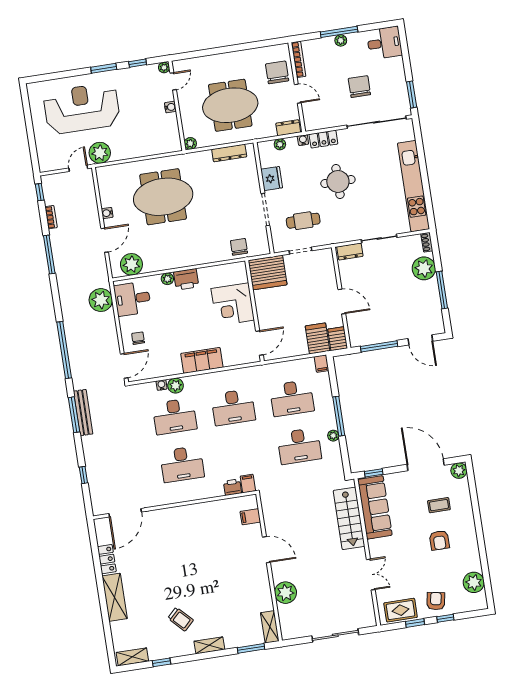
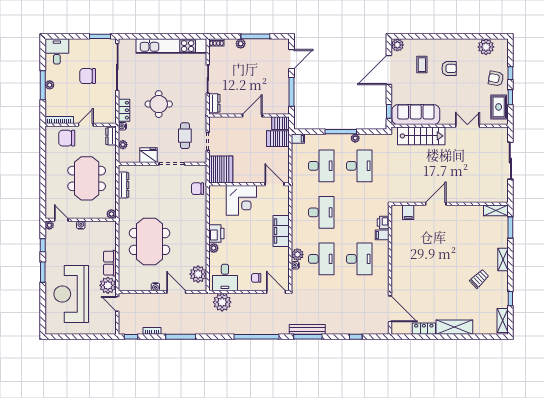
row of seats: (128, 151) -> (110, 263), added
plant: (424, 268) -> (241, 44), width x0.53, depth x0.53
filing cabinet: (248, 484) -> (382, 235), moved
plant: (286, 593) -> (471, 194), removed

